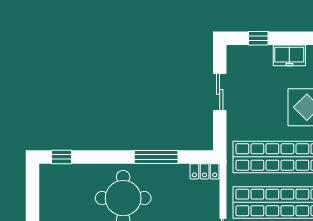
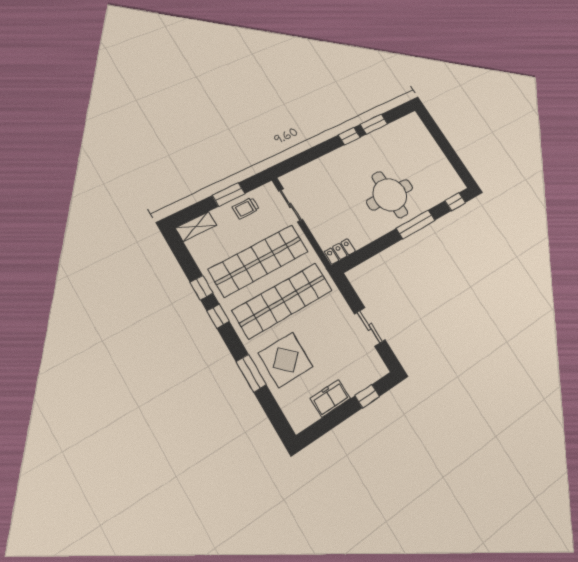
window: (156, 157) -> (416, 224), moved

